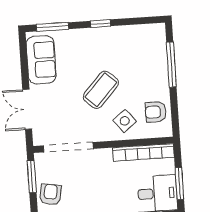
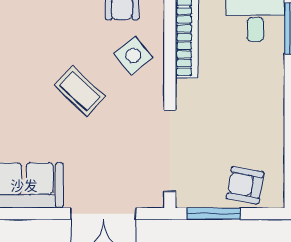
coffee table: (101, 90) -> (80, 91), width x0.73, depth x0.77

